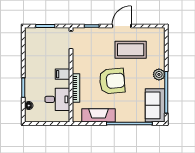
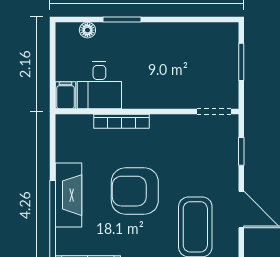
filing cabinet: (63, 74) -> (65, 95), moved
armchair: (112, 81) -> (135, 191), turned 95
fireplace: (98, 115) -> (68, 195), moved

